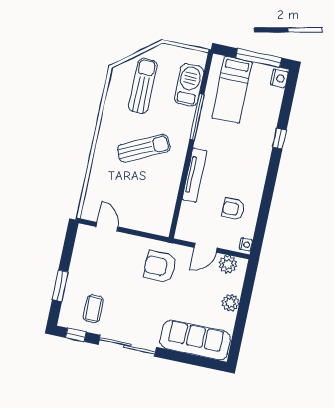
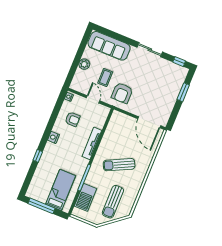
nightstand: (279, 78) -> (54, 137), moved
door: (107, 227) -> (149, 122), width x1.88
door: (206, 248) -> (93, 99), hinge flipped
plant: (228, 264) -> (82, 87), removed
armchair: (160, 267) -> (122, 93), turned 90
coffee table: (93, 309) -> (105, 77), moved
sliding door: (127, 346) -> (150, 50), width x0.73

